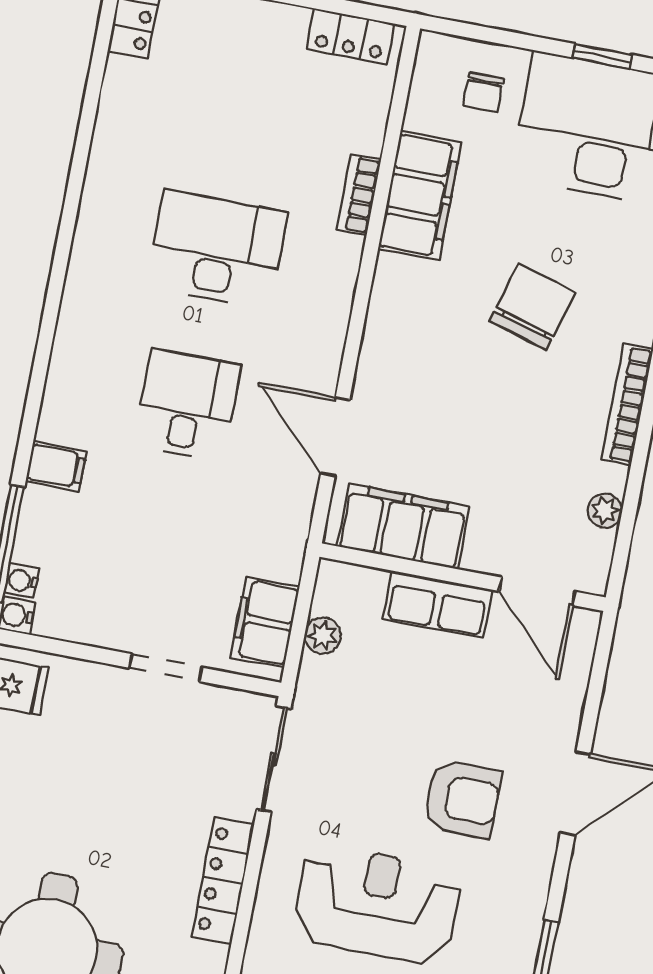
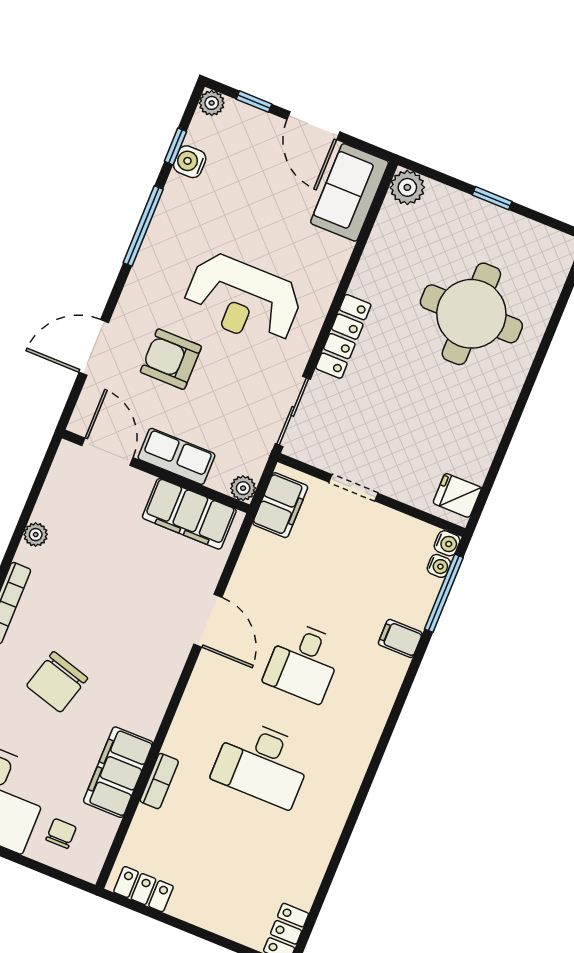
filing cabinet: (403, 526) -> (189, 514), moved
wall: (463, 577) -> (156, 471), moved
door: (537, 591) -> (107, 452), moved
row of seats: (438, 604) -> (176, 456), moved

